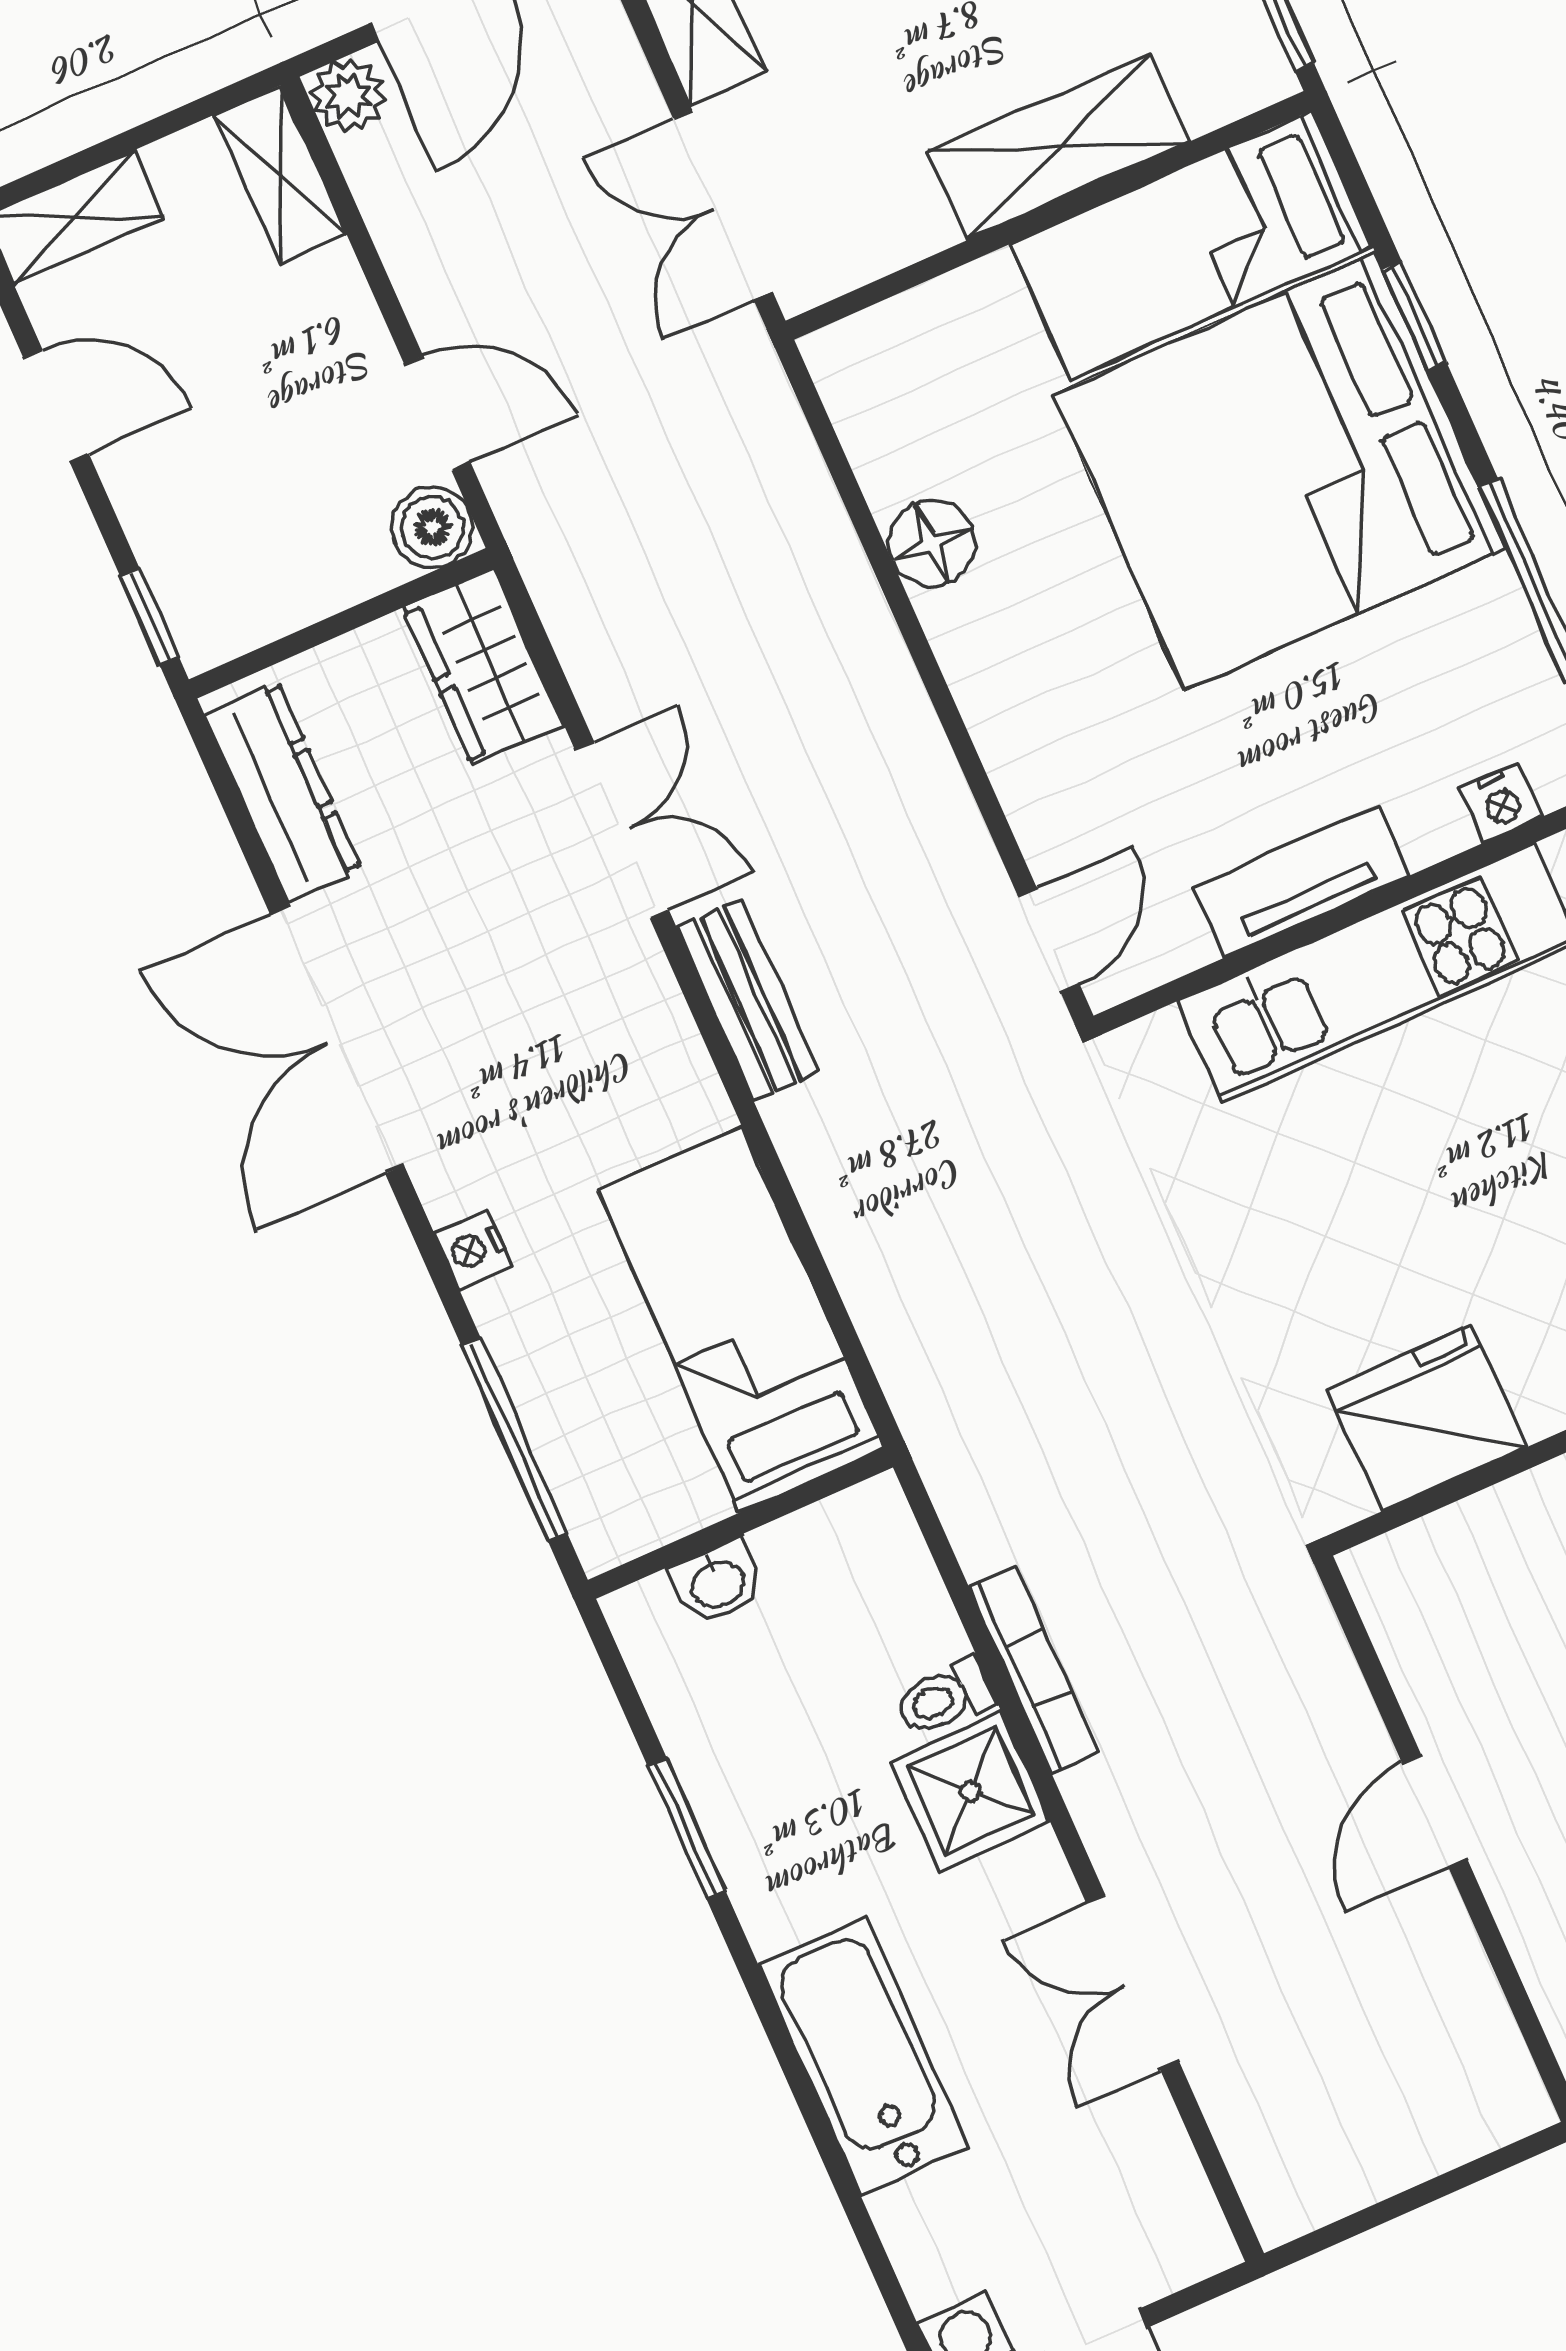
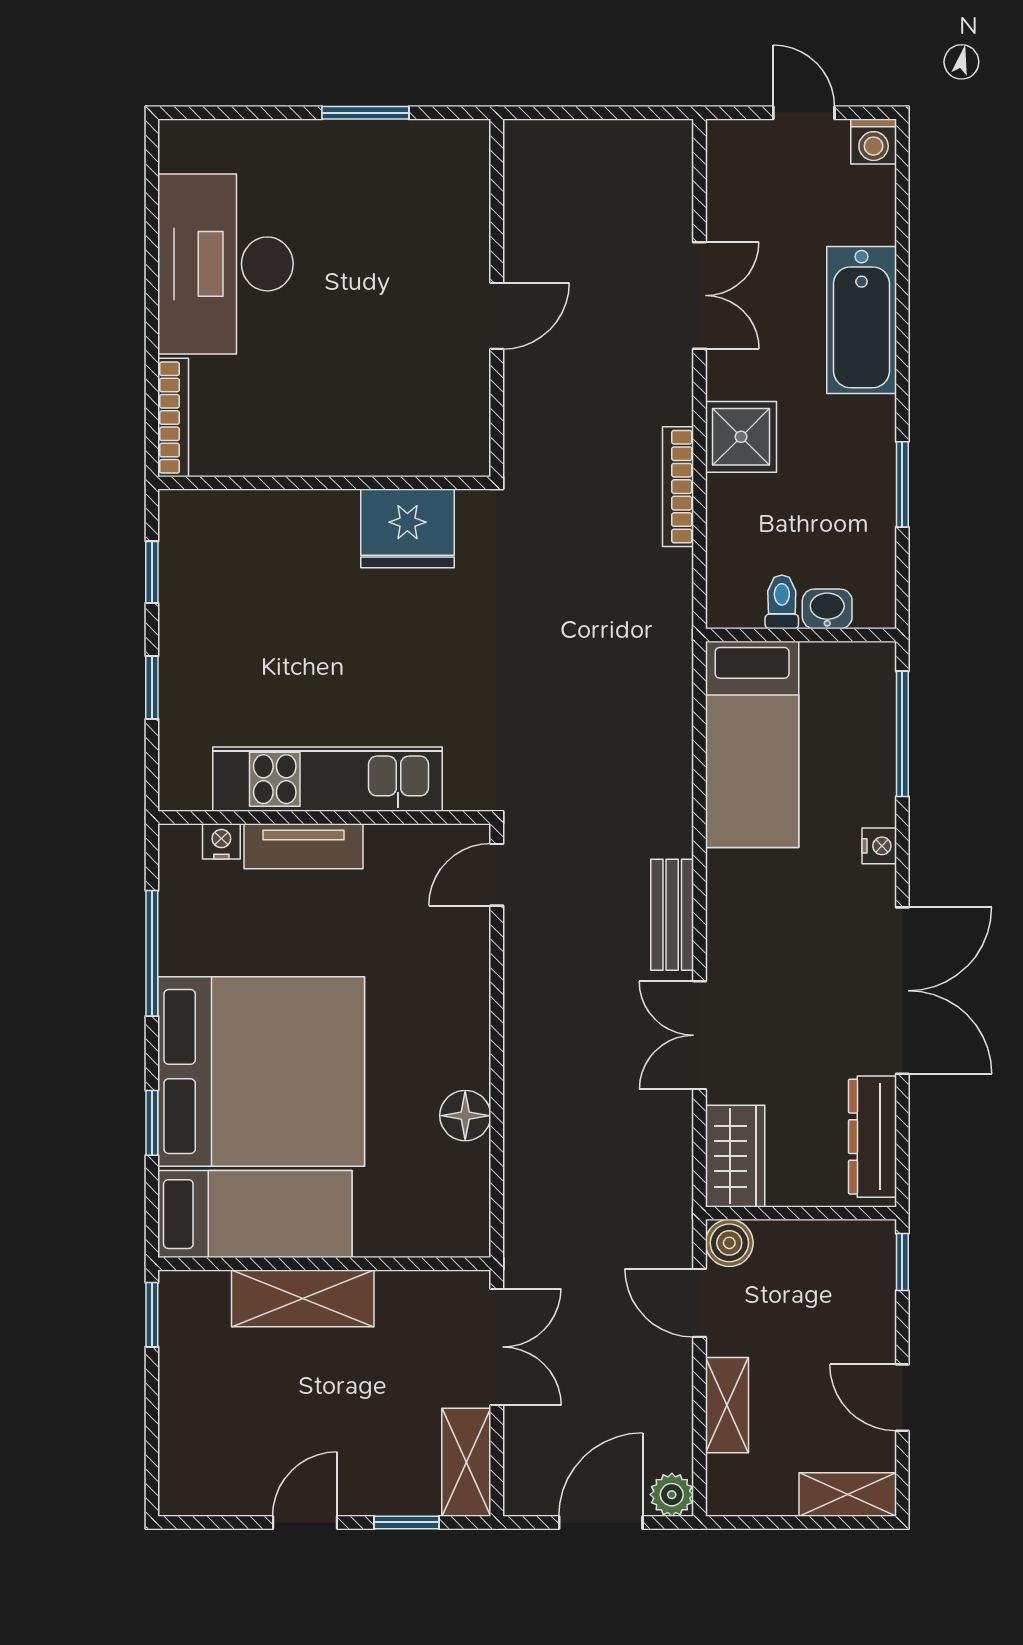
shelving: (280, 174) -> (727, 1405), moved
tv unit: (1301, 881) -> (303, 846), moved
toilet: (945, 1698) -> (782, 602), moved, turned -90

